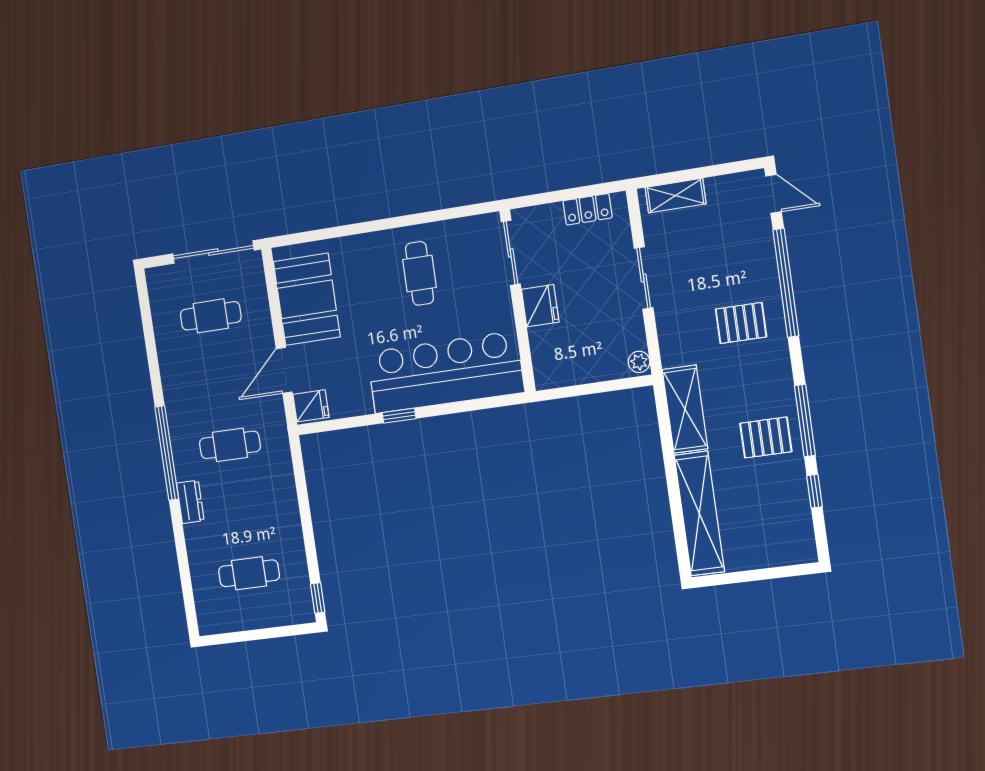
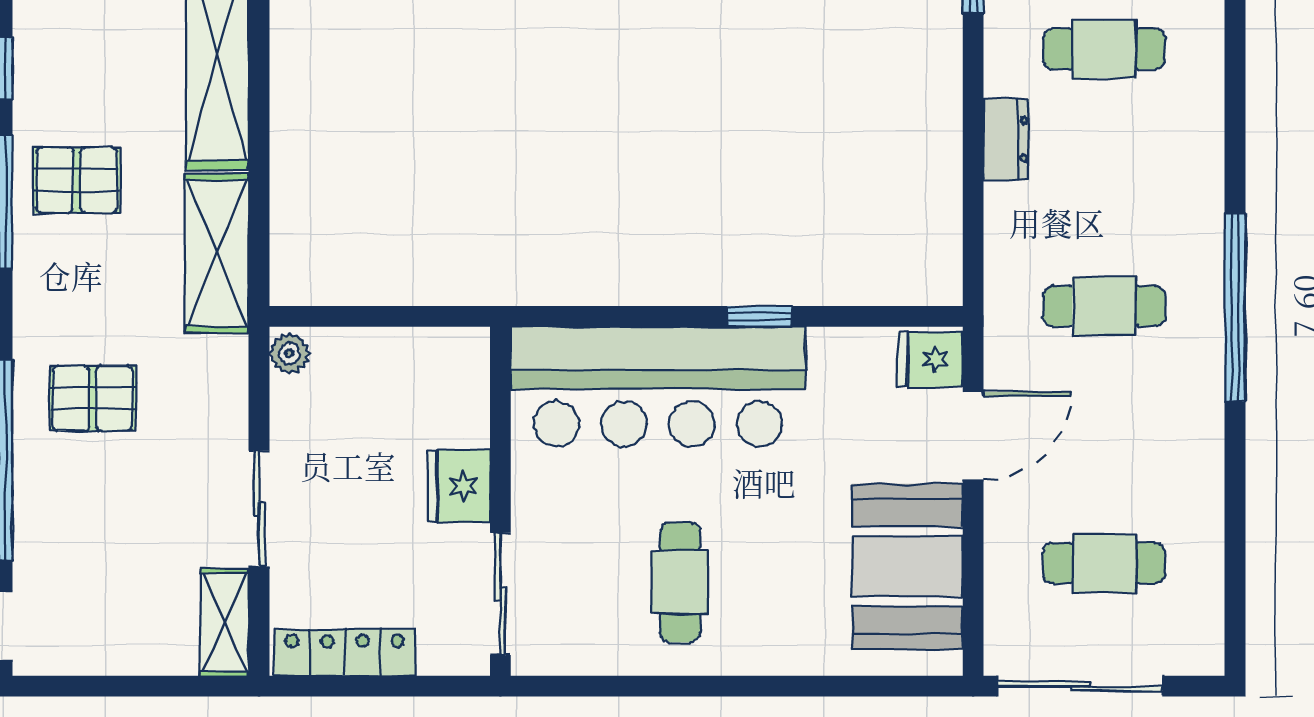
shelving: (676, 196) -> (225, 622), moved, turned 90
locker: (588, 209) -> (345, 653), width x1.53
dresser: (190, 502) -> (1006, 139), moved, turned 180

